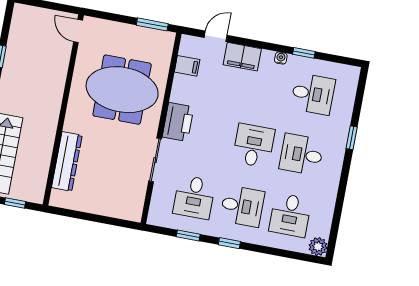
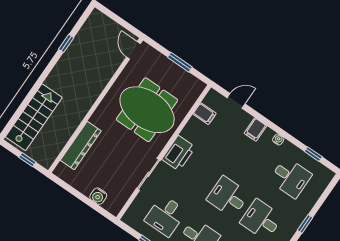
window: (152, 24) -> (180, 62), moved
window: (304, 53) -> (313, 154), moved
filing cabinet: (242, 57) -> (255, 129), width x0.50
desk: (254, 146) -> (228, 197), turned -90
water cooler: (111, 209) -> (98, 196), added

